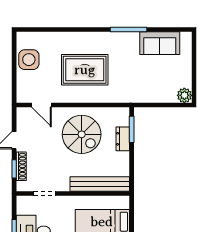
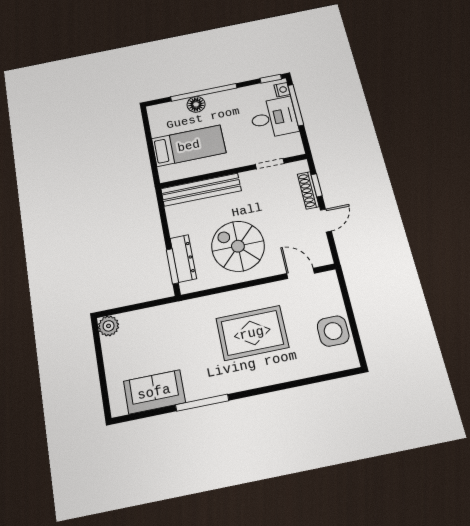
dresser: (123, 139) -> (183, 258), width x1.44

